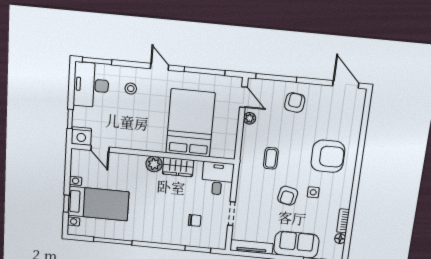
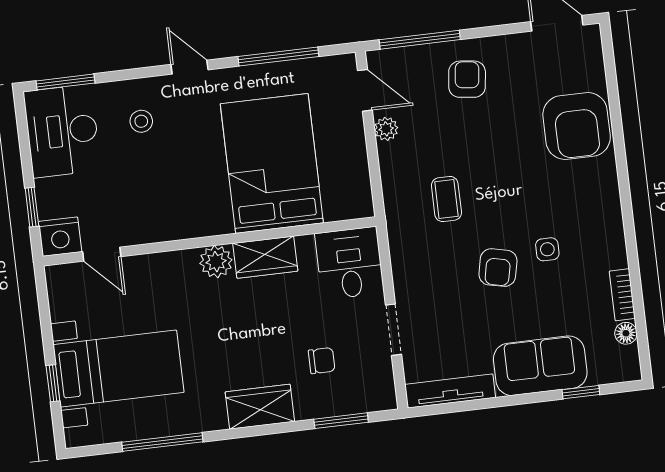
armchair: (328, 156) -> (577, 126), moved, turned 90
wardrobe: (161, 235) -> (260, 407), added

